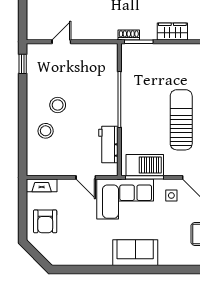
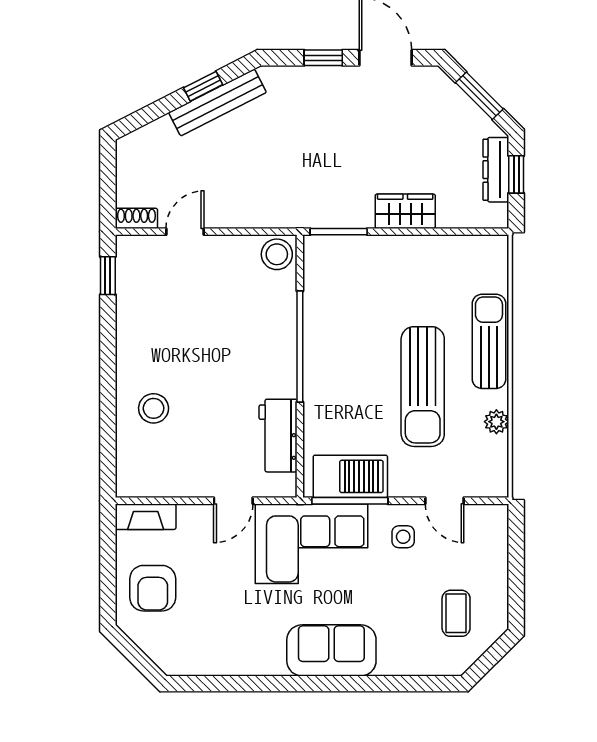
shoe rack: (129, 35) -> (136, 218), moved
stool: (58, 105) -> (277, 254), moved
sun lounger: (181, 120) -> (423, 387), turned 180
door: (86, 177) -> (233, 501), hinge flipped

